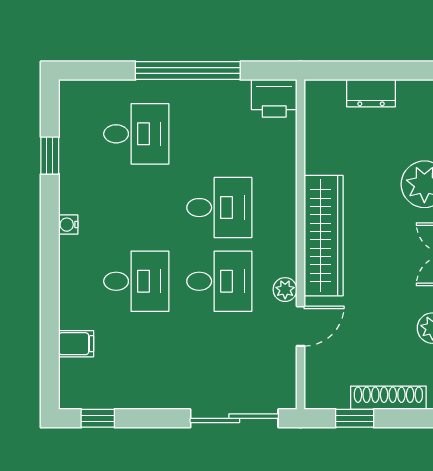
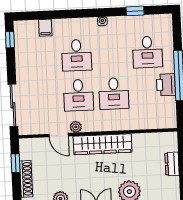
printer: (274, 98) -> (166, 85), moved

